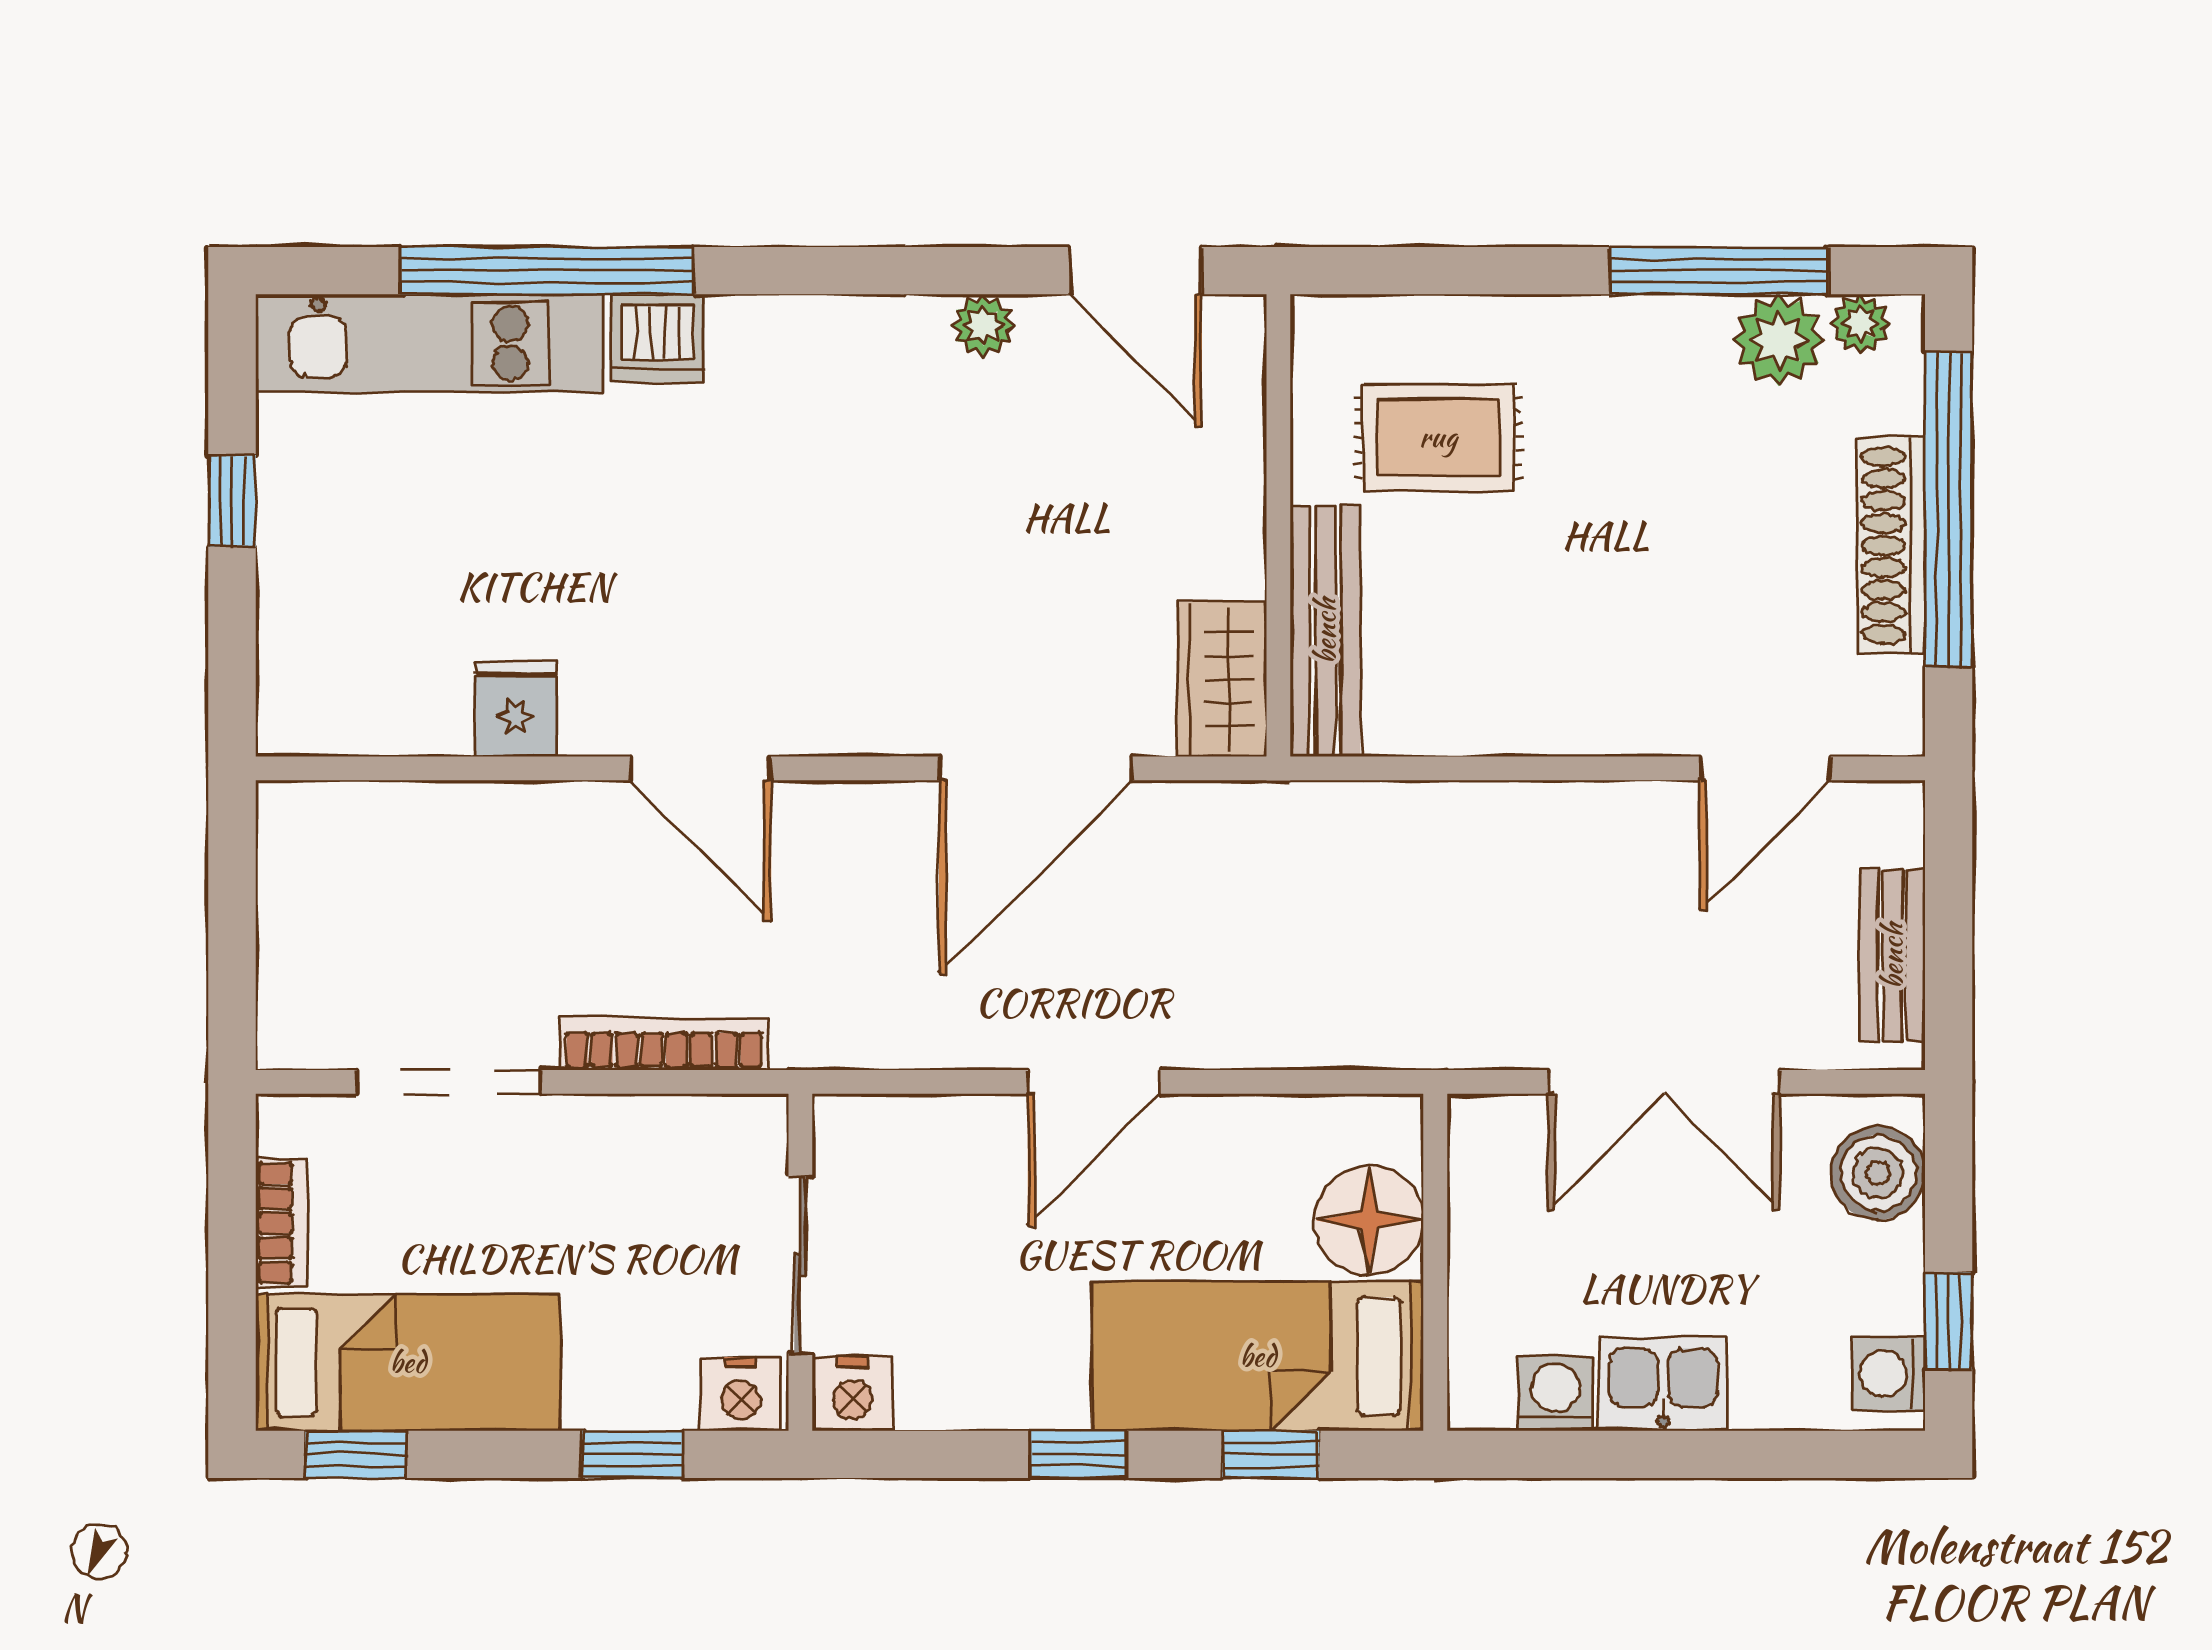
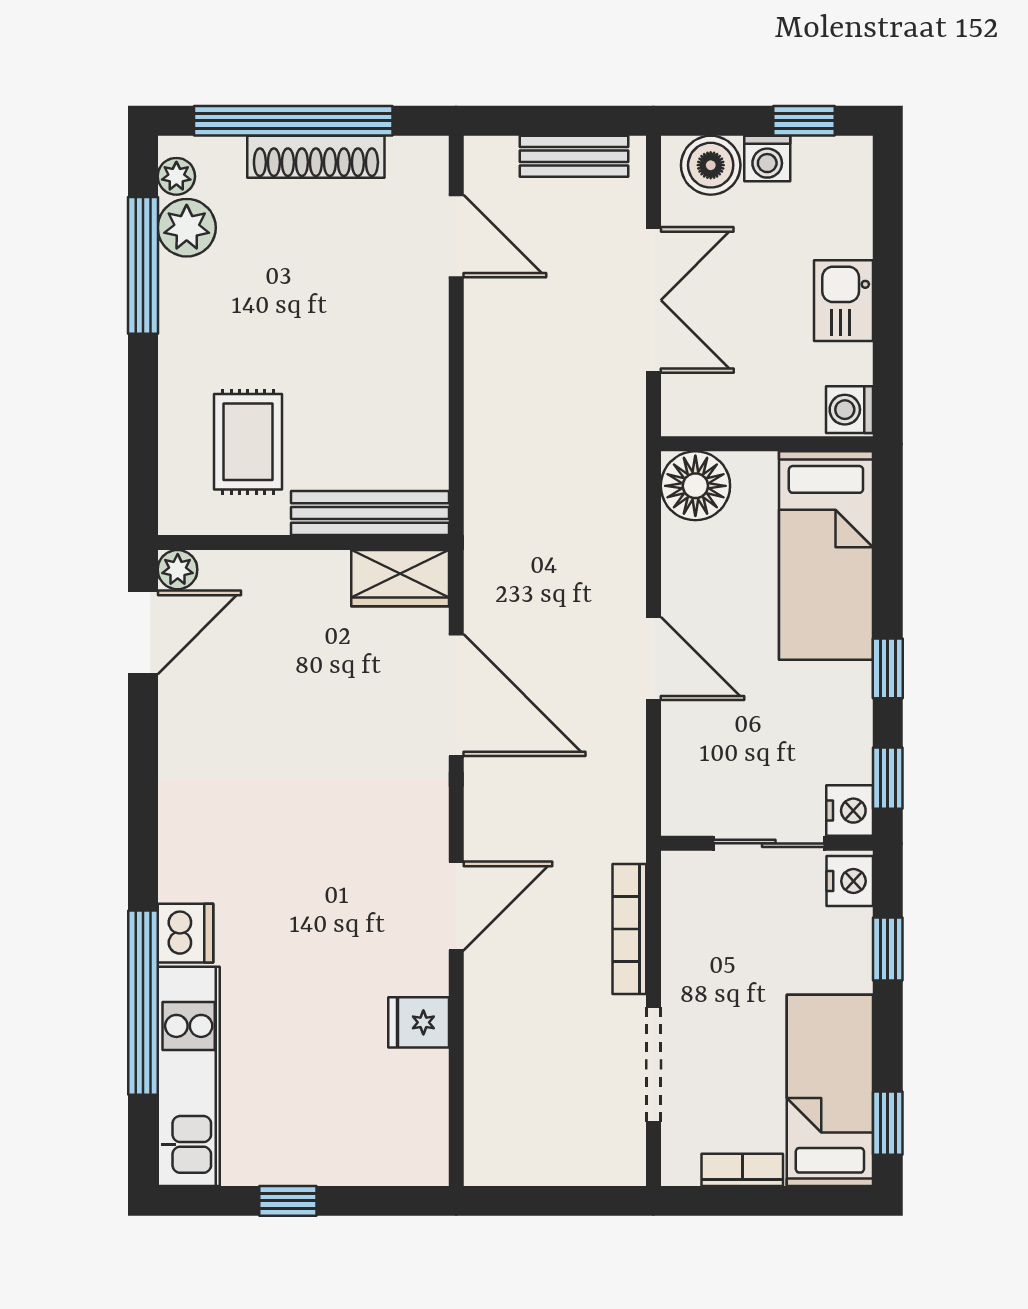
plant: (983, 326) -> (178, 570), moved
floor lamp: (1369, 1220) -> (695, 486), moved
washing machine: (1889, 1374) -> (767, 158), moved
washing machine: (1555, 1393) -> (849, 410), moved
window: (1271, 1454) -> (888, 778), moved

